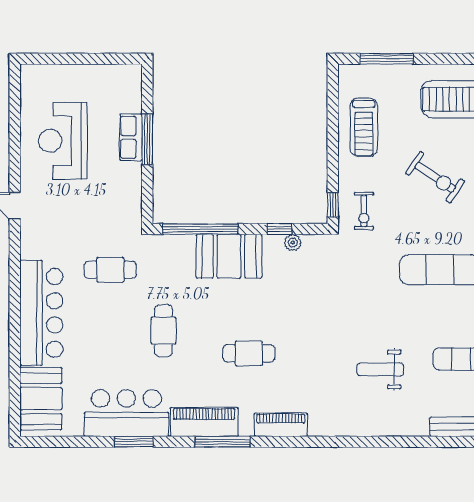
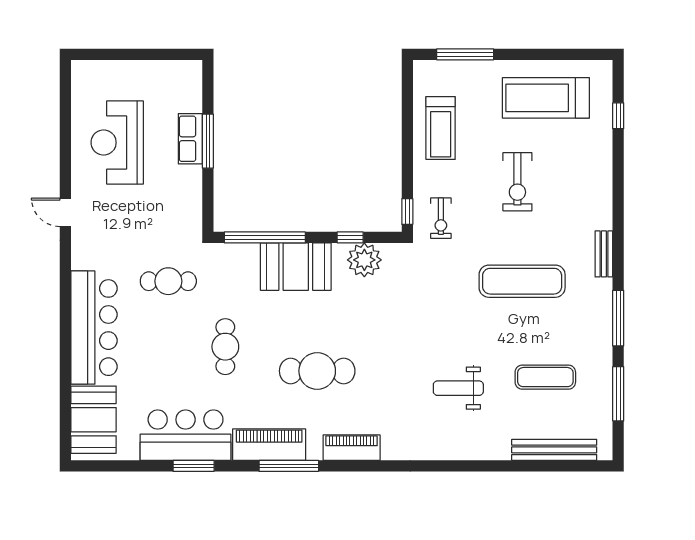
exercise bike: (435, 177) -> (517, 182), turned 56
plant: (293, 243) -> (364, 260), width x1.88, depth x1.88
cafe table: (249, 353) -> (317, 371), width x1.37, depth x1.35

